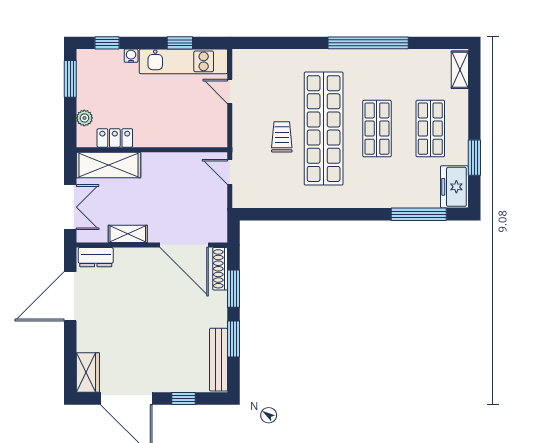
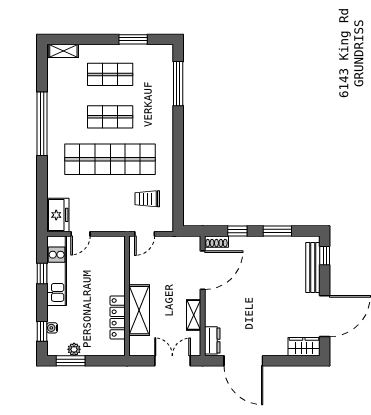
water cooler: (131, 56) -> (52, 328), moved
plant: (84, 118) -> (74, 349), moved
trolley: (282, 137) -> (147, 199), moved
locker: (115, 138) -> (118, 317), width x1.53
shelving: (108, 165) -> (139, 310), moved
freezer: (454, 187) -> (58, 215), moved, turned -90
shoe rack: (220, 269) -> (216, 242), width x0.70
window: (233, 289) -> (237, 231), width x0.67
bench: (219, 360) -> (313, 267), moved, turned 90
window: (183, 398) -> (325, 256), moved

